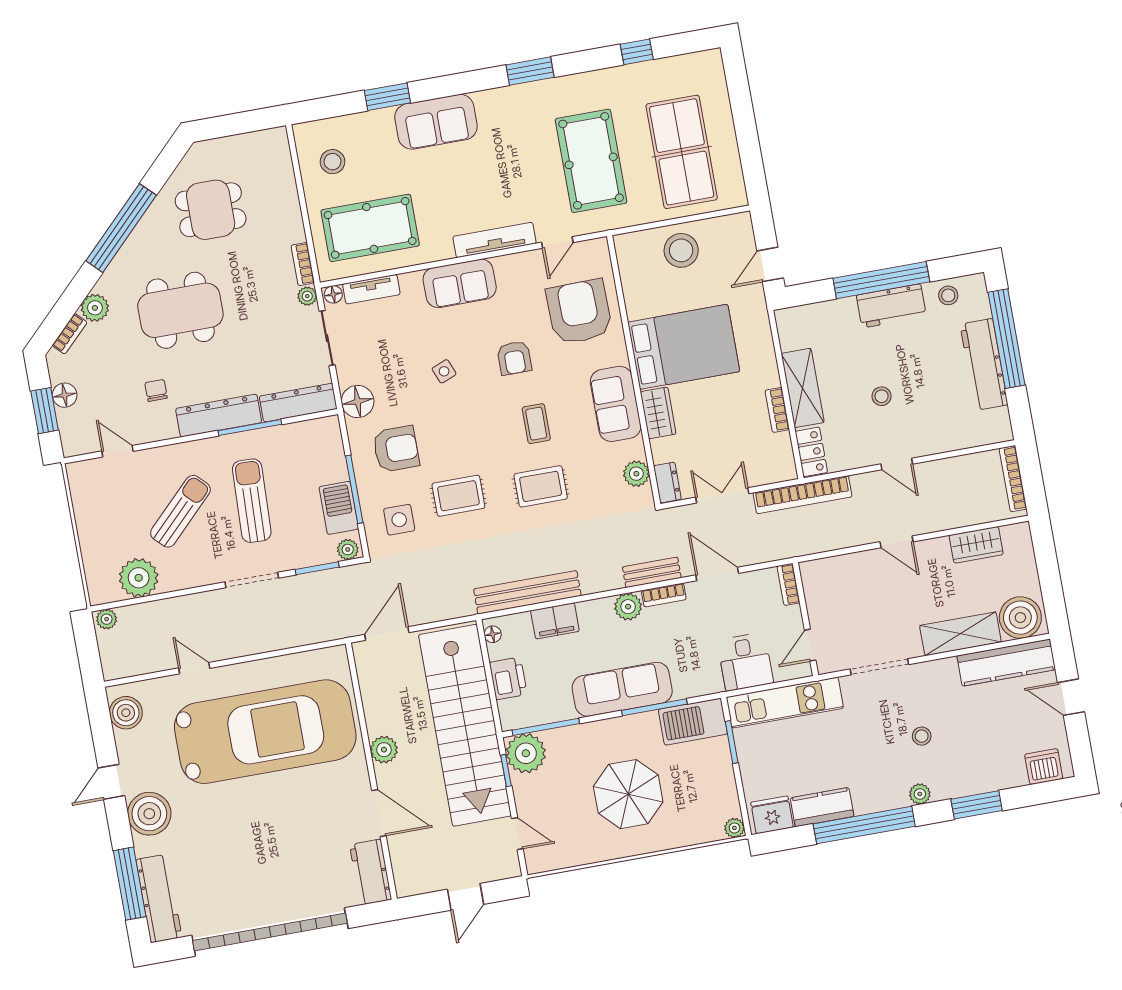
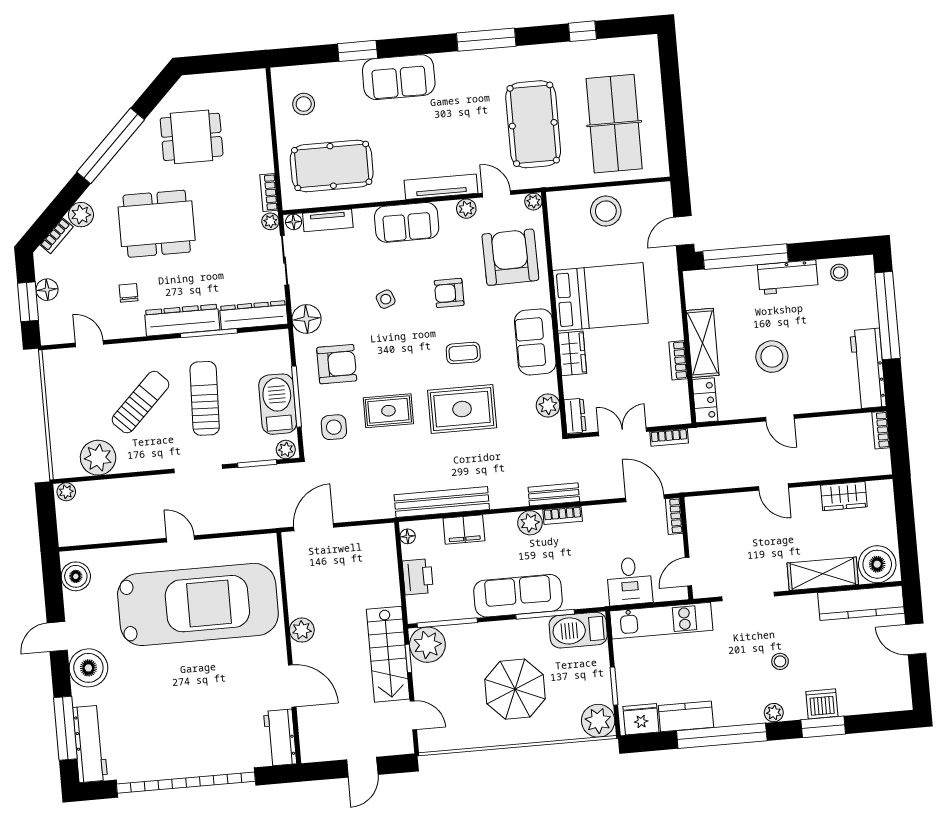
window: (530, 71) -> (486, 40), width x1.44
door: (557, 242) -> (497, 194), swing flipped
plant: (599, 247) -> (533, 202), added
plant: (525, 262) -> (466, 209), added
window: (881, 280) -> (746, 257), moved
armchair: (514, 358) -> (449, 293), turned 90
workbench: (984, 364) -> (868, 368), moved
stool: (882, 396) -> (772, 357), width x1.89, depth x1.89
coffee table: (536, 424) -> (463, 353), turned 90
bookcase: (1013, 479) -> (881, 430), width x0.64
rug: (541, 486) -> (462, 409), width x1.36, depth x1.43
bookcase: (803, 495) -> (669, 437), width x0.43, depth x0.76
barbecue: (339, 508) -> (278, 404), width x1.37, depth x1.21
door: (717, 574) -> (645, 498), moved
door: (194, 668) -> (180, 539), moved
stairs: (465, 725) -> (388, 654), width x0.54, depth x0.66
window: (732, 742) -> (614, 686), moved
dishwasher: (1044, 767) -> (822, 704), moved
plant: (734, 828) -> (598, 721), width x1.88, depth x1.88

